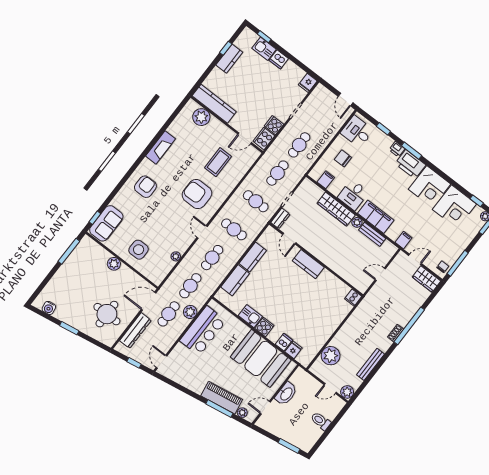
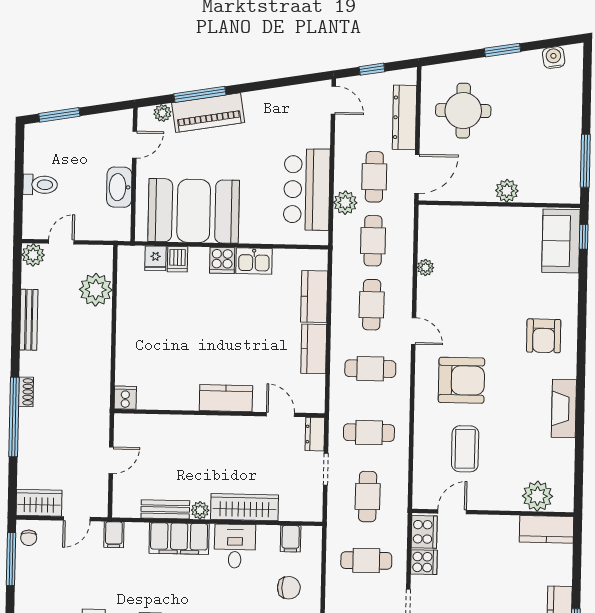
kitchen counter: (214, 104) -> (547, 529), width x0.67
cafe table: (299, 145) -> (366, 560), turned 90
side table: (139, 250) -> (486, 238), removed

